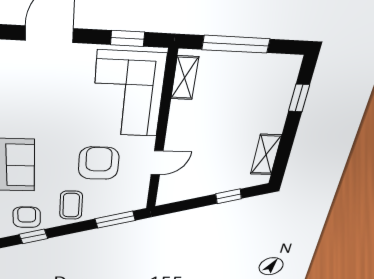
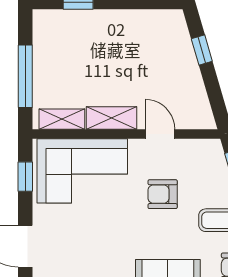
shelving: (266, 155) -> (112, 118), moved
armchair: (99, 163) -> (163, 194), width x0.72, depth x0.72

